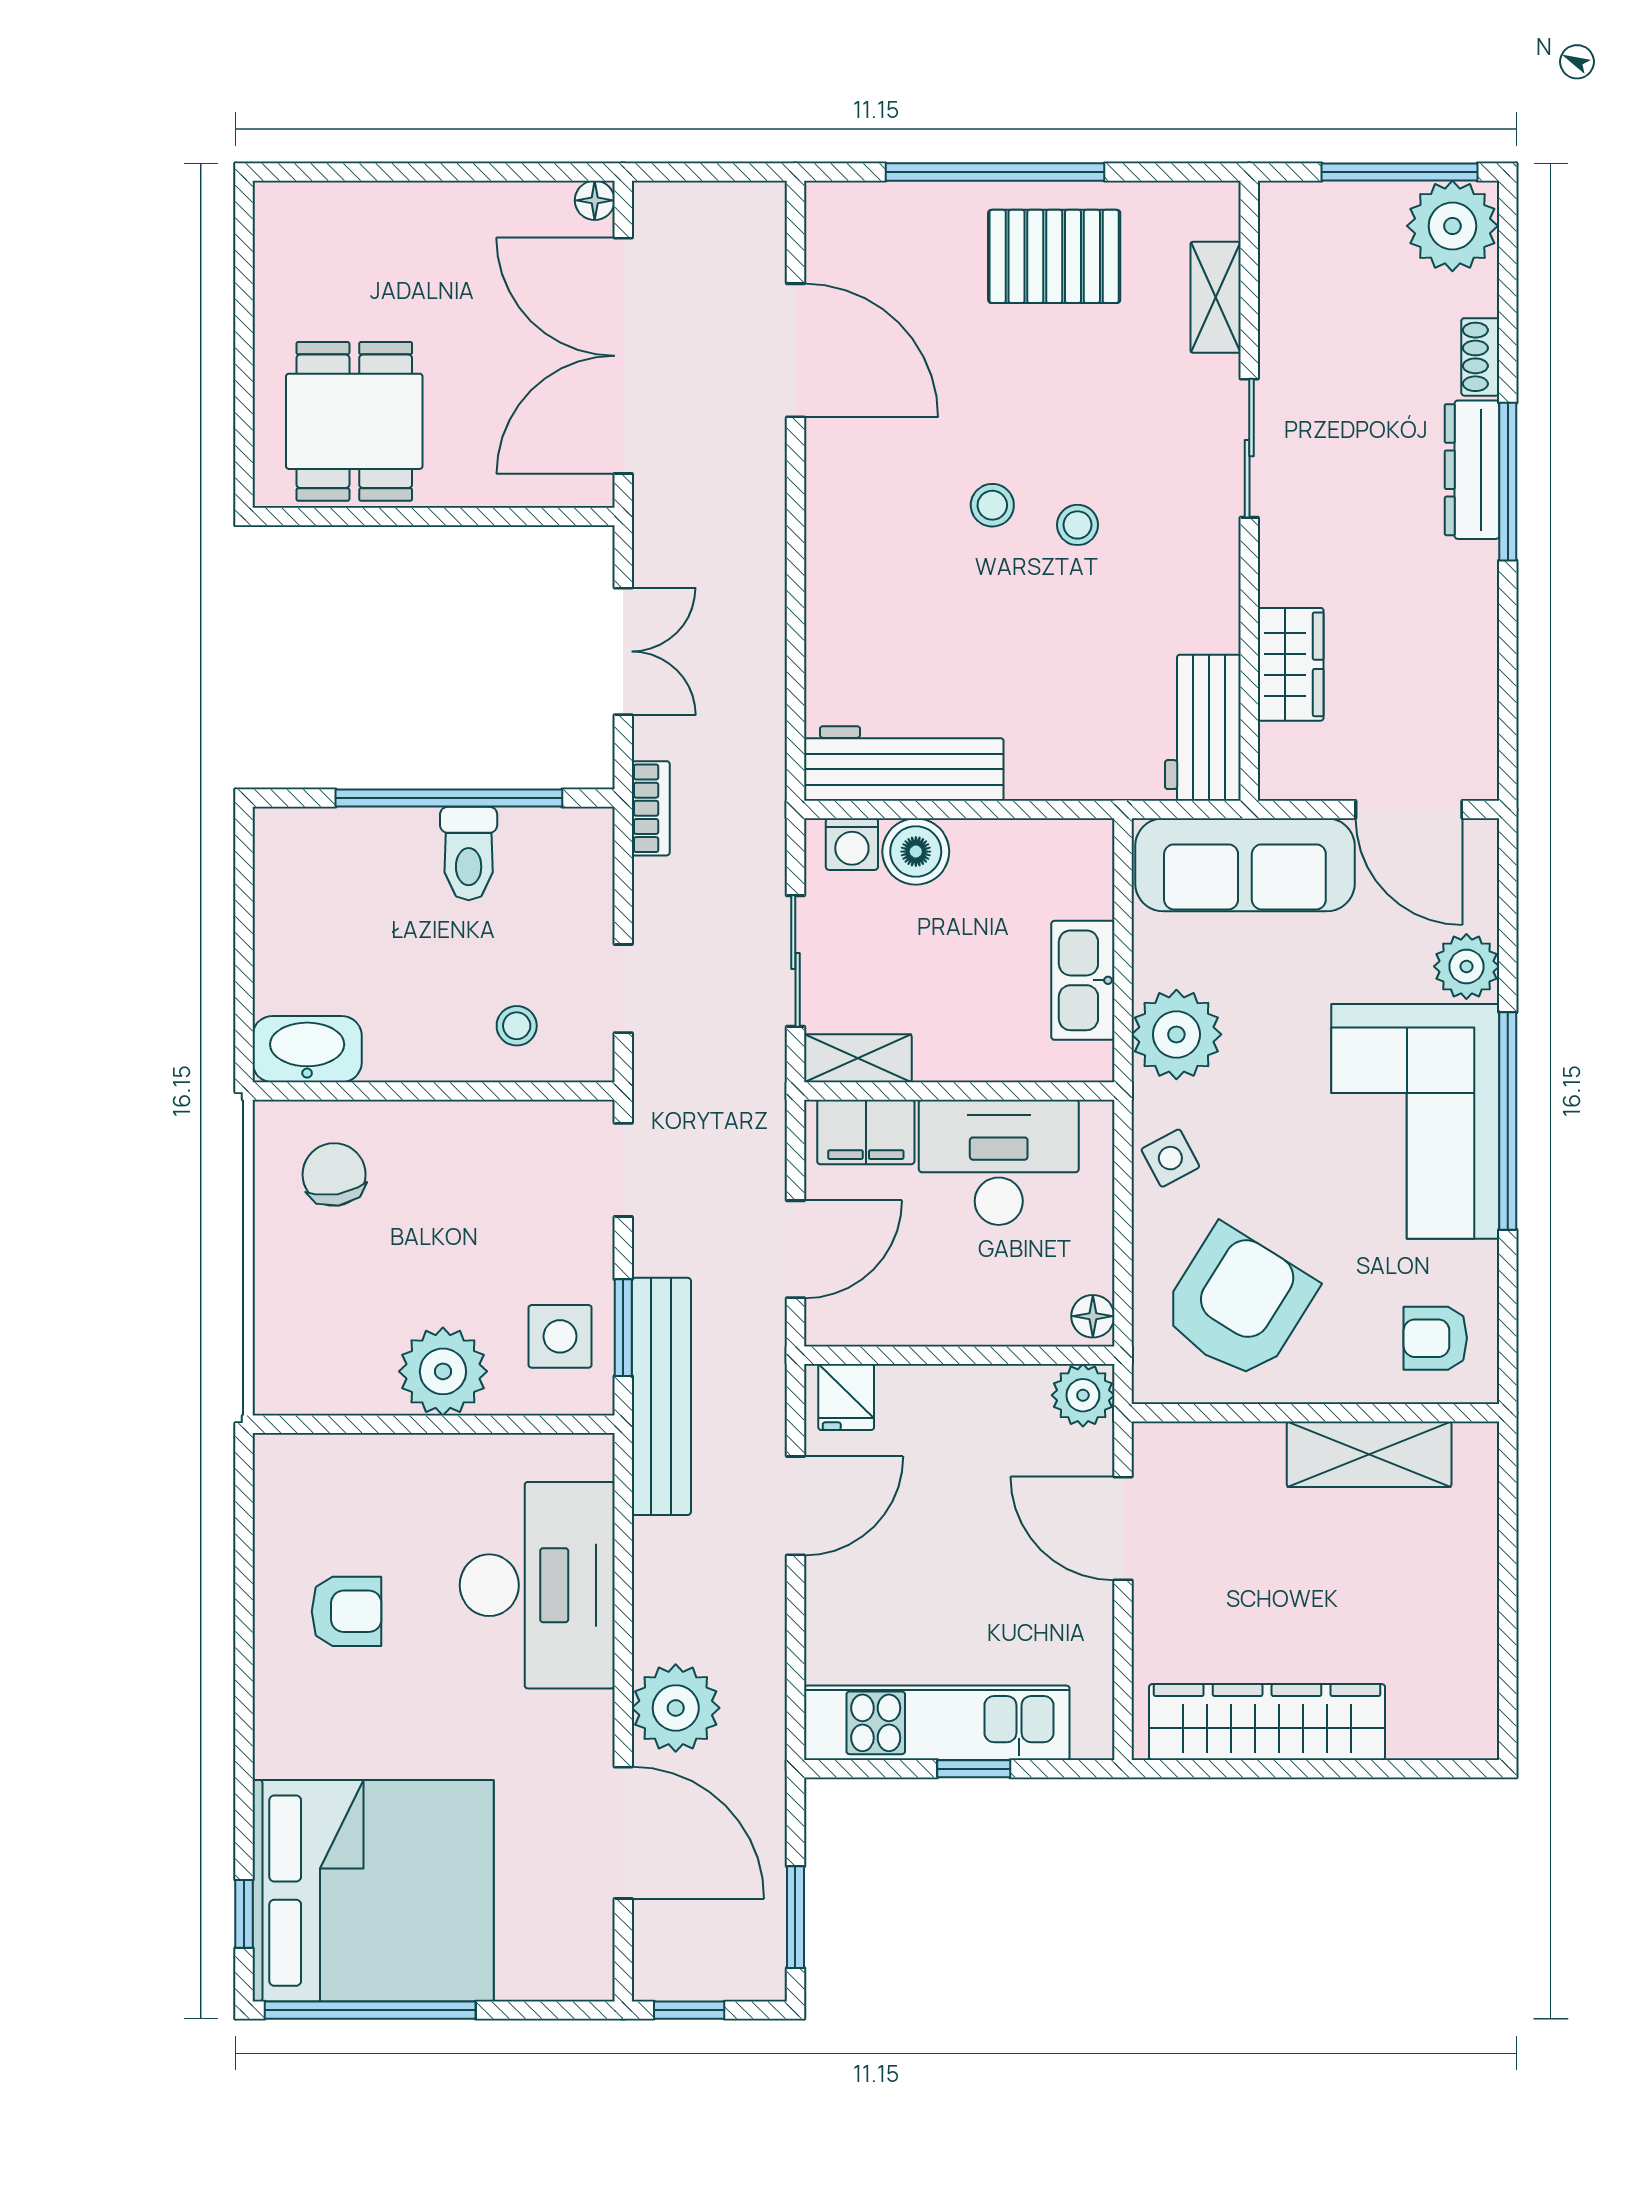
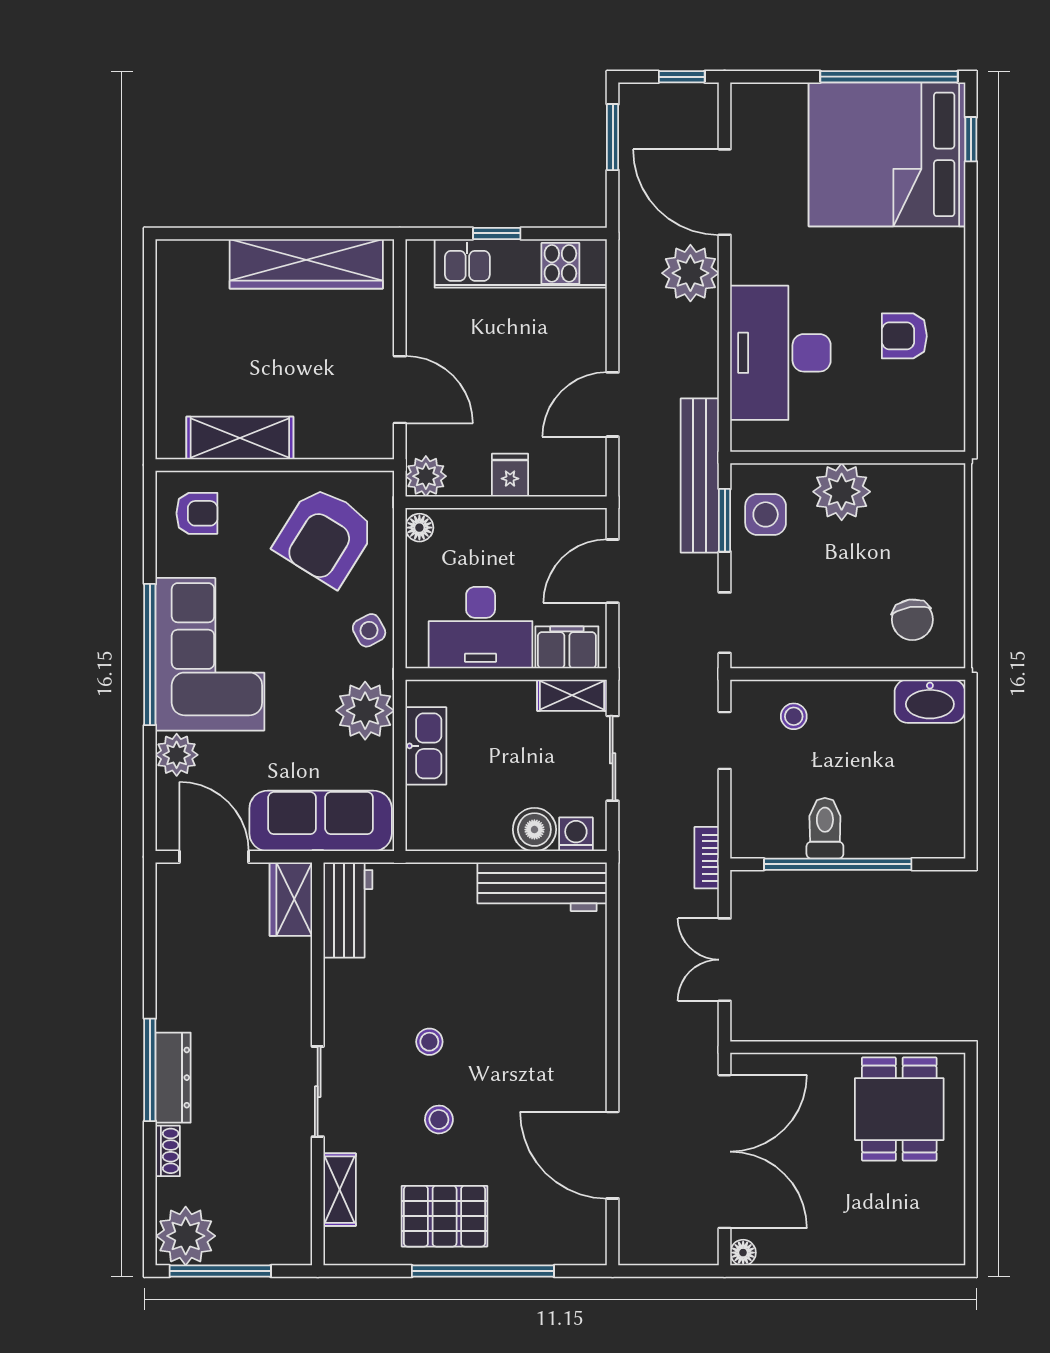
stool: (992, 505) -> (439, 1119), moved
wardrobe: (1291, 664) -> (291, 899), moved
fridge: (846, 1397) -> (510, 475), moved

